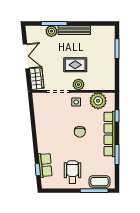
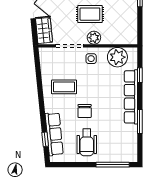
chair: (80, 132) -> (85, 111), moved
row of seats: (45, 165) -> (54, 134), width x1.48
wheelchair: (72, 172) -> (87, 142), turned 180
coffee table: (100, 182) -> (64, 87), moved

